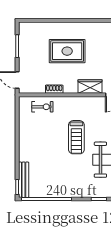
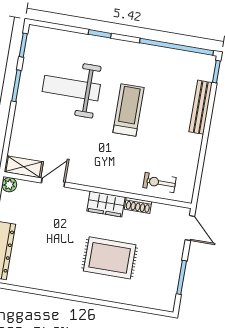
wardrobe: (90, 86) -> (106, 204), moved
treadmill: (76, 137) -> (128, 110), moved
bench: (24, 180) -> (201, 107), moved

